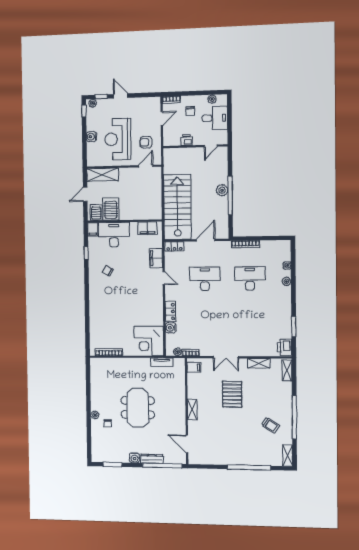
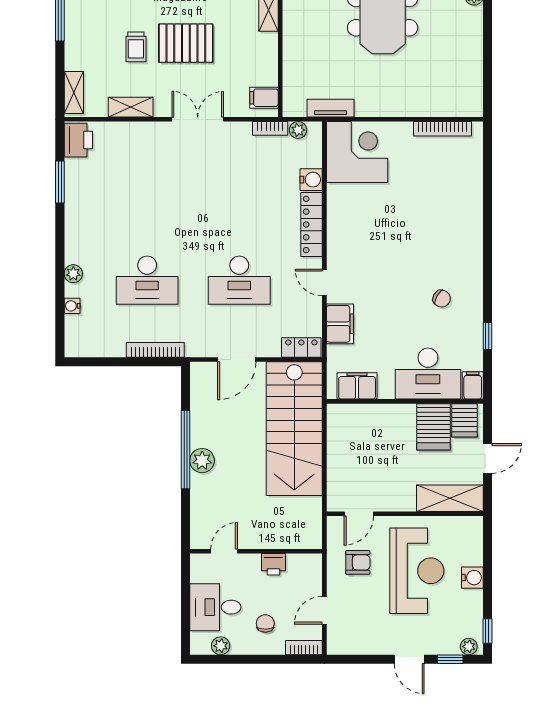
locker: (170, 311) -> (311, 224), width x1.53
trolley: (257, 393) -> (136, 47), added
pallet: (232, 394) -> (186, 43), turned 90

